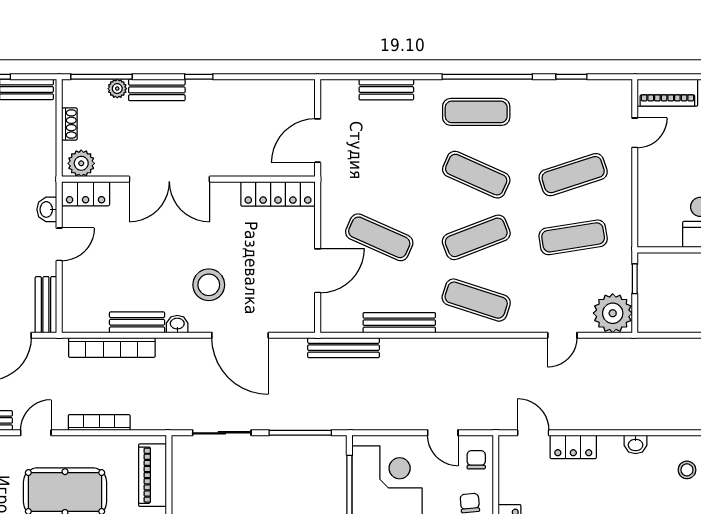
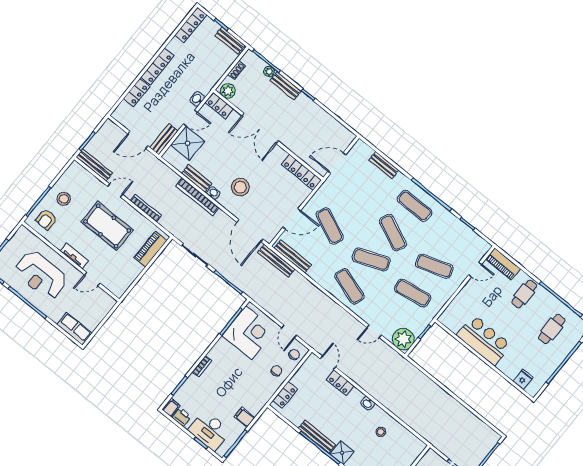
shower: (84, 283) -> (188, 143), added
bench: (399, 323) -> (293, 256), moved
door: (240, 335) -> (250, 231), moved
bookcase: (112, 347) -> (197, 197), moved

